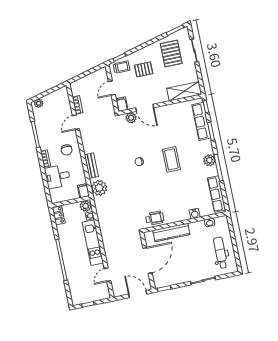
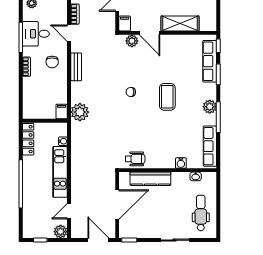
shelving: (184, 91) -> (180, 24), moved
door: (76, 122) -> (69, 33), hinge flipped
bench: (91, 166) -> (76, 67), moved
desk: (58, 176) -> (36, 34), moved
plant: (86, 206) -> (61, 232), moved
locker: (59, 215) -> (28, 139), width x1.53

